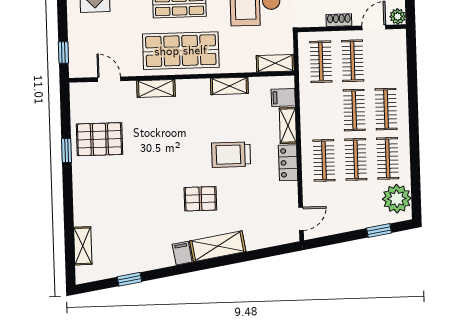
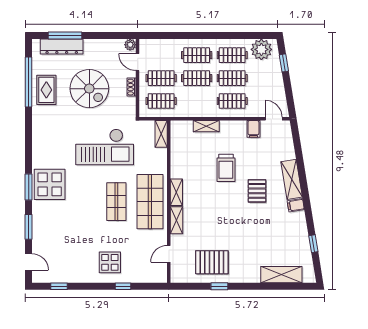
window: (63, 53) -> (123, 286), moved
shelving: (229, 86) -> (176, 192), moved
filing cabinet: (283, 98) -> (253, 129), moved
pallet: (99, 139) -> (212, 262), turned 90
locker: (288, 163) -> (233, 127), removed
shelving: (83, 246) -> (281, 275), width x1.50, depth x1.33

